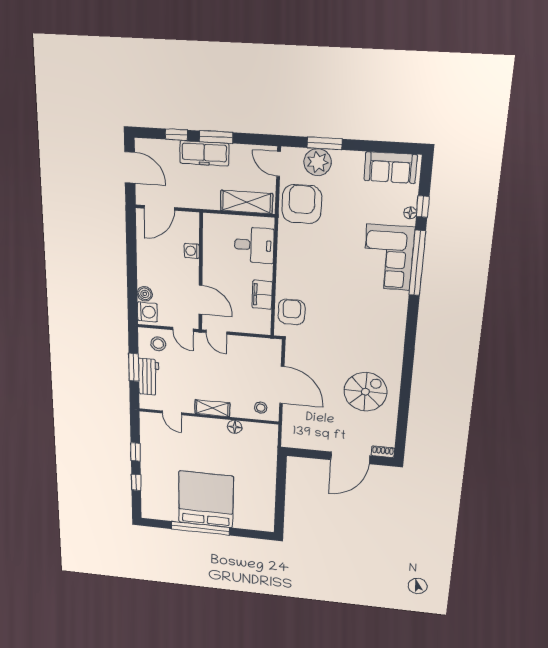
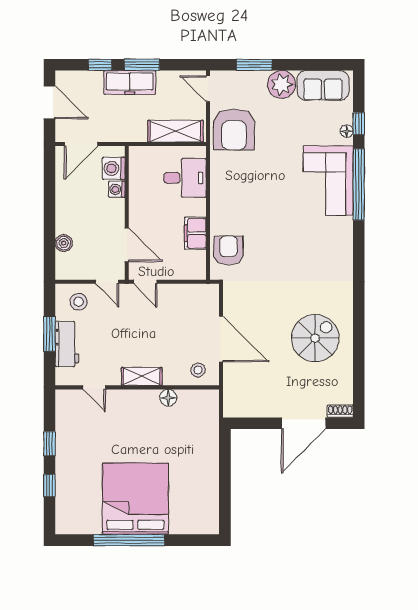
plant: (318, 162) -> (282, 84), moved
armchair: (302, 204) -> (234, 129), turned 180
washing machine: (147, 312) -> (114, 168), moved, turned 180

